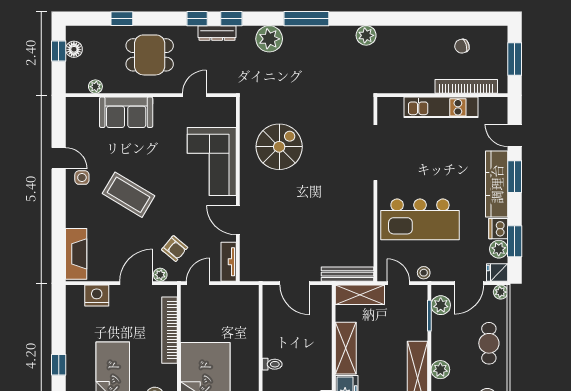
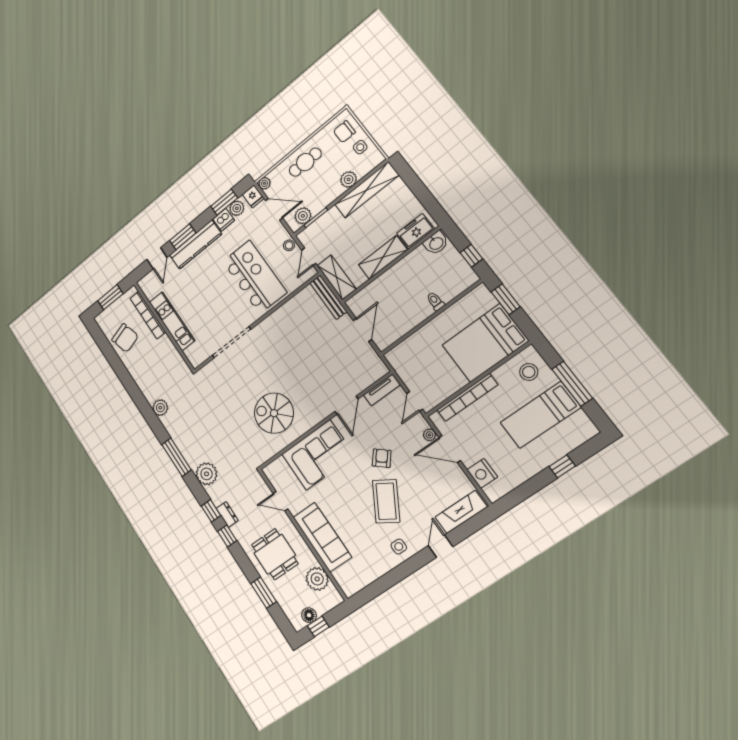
window: (122, 19) -> (264, 593), width x1.50
dresser: (217, 33) -> (227, 514), width x0.70
chair: (462, 46) -> (125, 338), width x1.87, depth x1.87
plant: (95, 87) -> (317, 579), width x1.88, depth x1.88
sofa: (126, 112) -> (322, 537), width x1.36
door: (59, 158) -> (441, 546), moved
armchair: (175, 249) -> (382, 458), moved
door: (198, 283) -> (415, 401), hinge flipped

